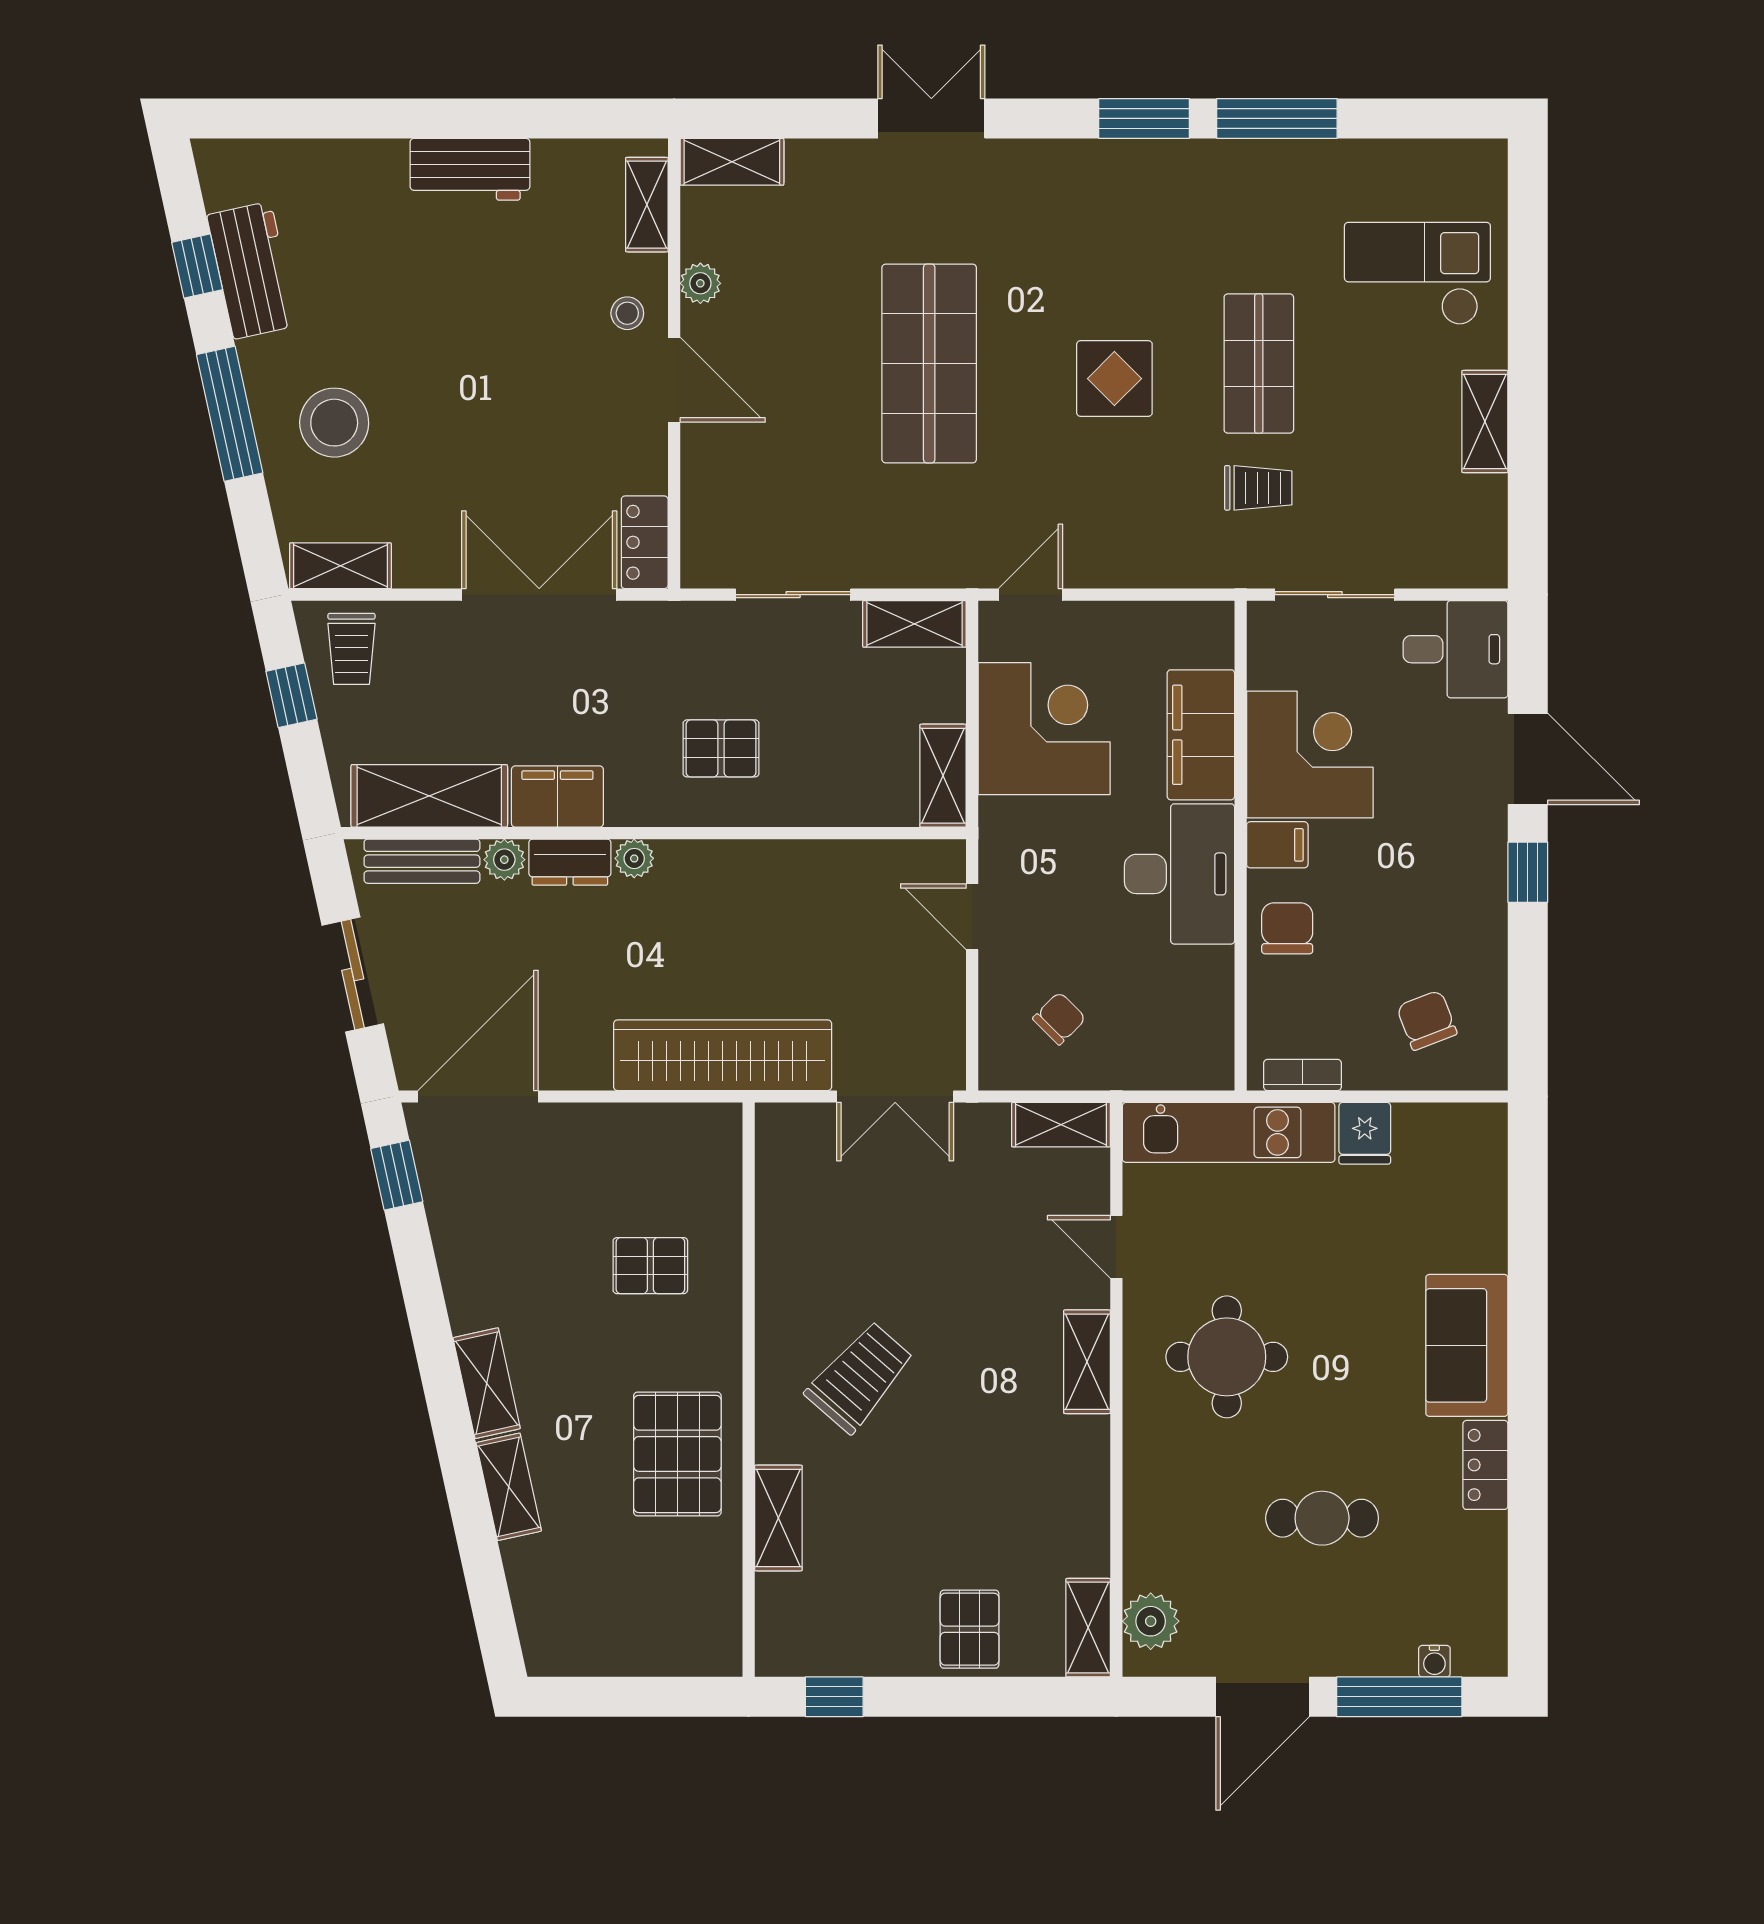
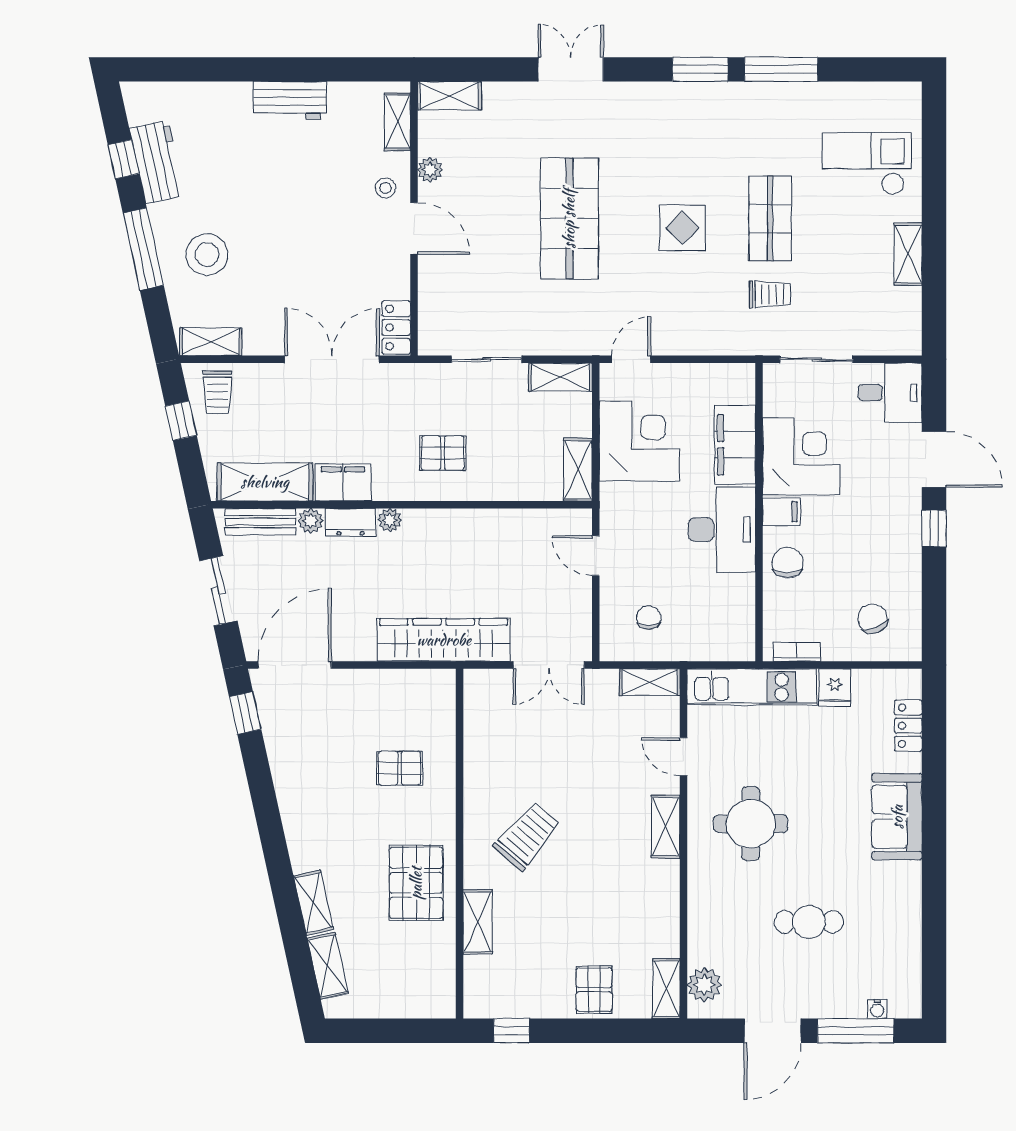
chair: (1059, 1018) -> (649, 618), turned -45
shelving: (487, 1383) -> (328, 966), moved
locker: (1485, 1465) -> (908, 726), moved

